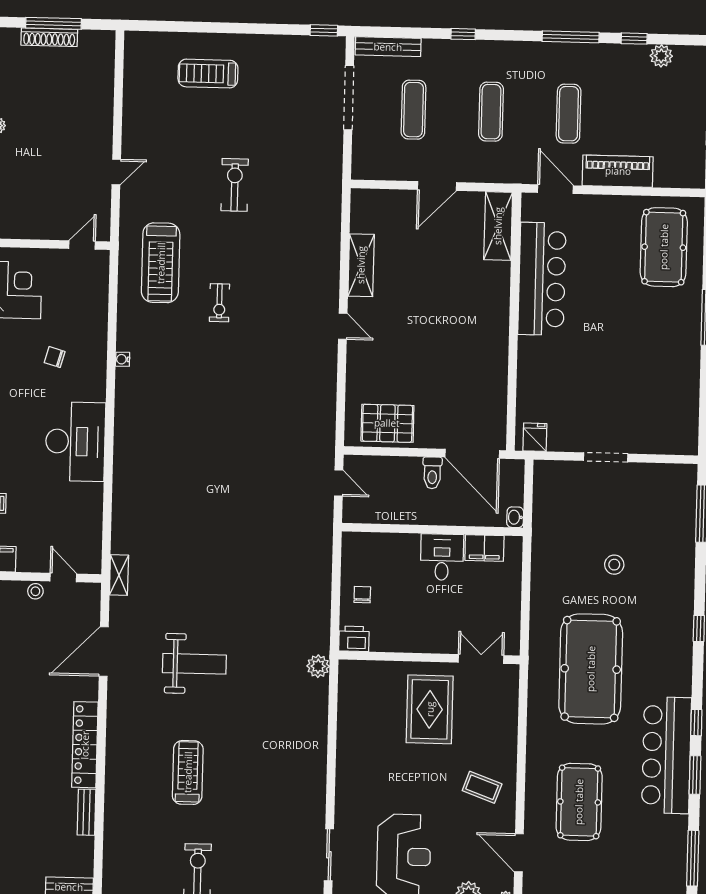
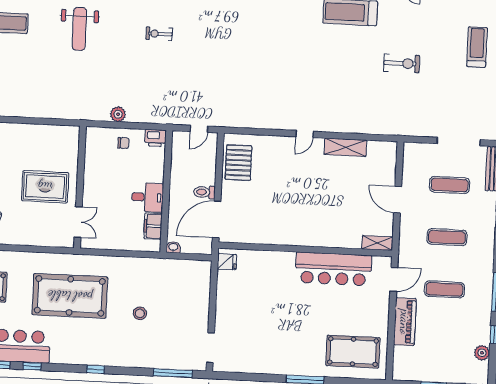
shelving: (498, 226) -> (377, 243), width x0.67, depth x0.75
exercise bike: (219, 303) -> (159, 34), moved
doorway: (606, 457) -> (210, 348), moved
printer: (354, 639) -> (155, 138), moved, turned 90
plant: (318, 666) -> (118, 114), moved

